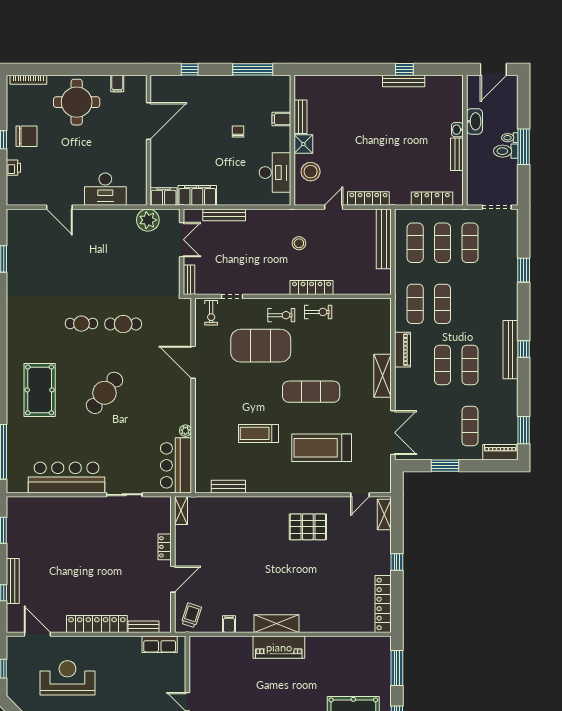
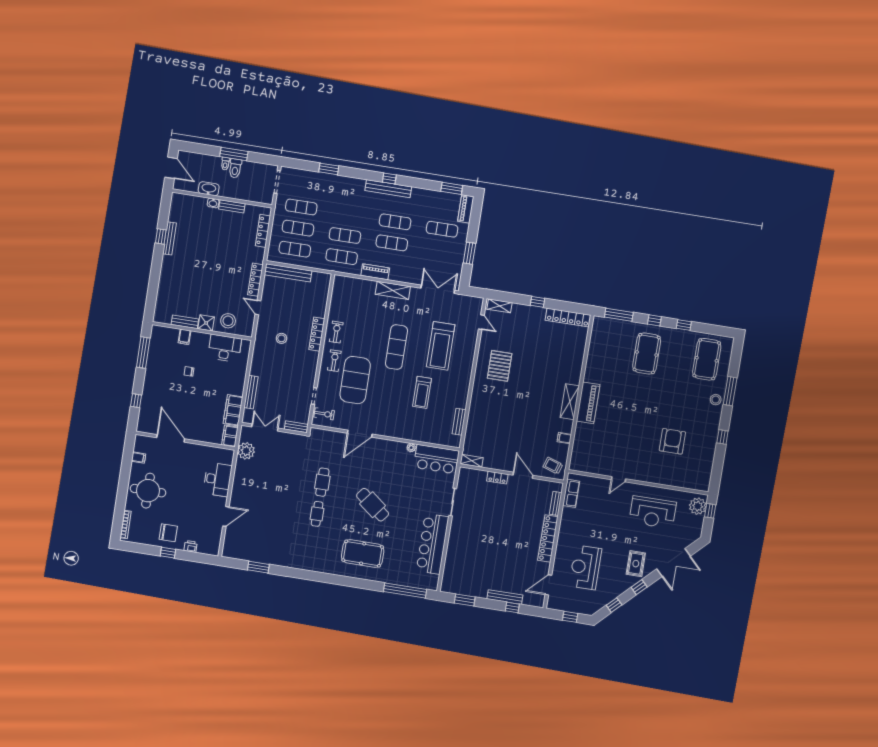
chair: (26, 136) -> (168, 533), turned 90

